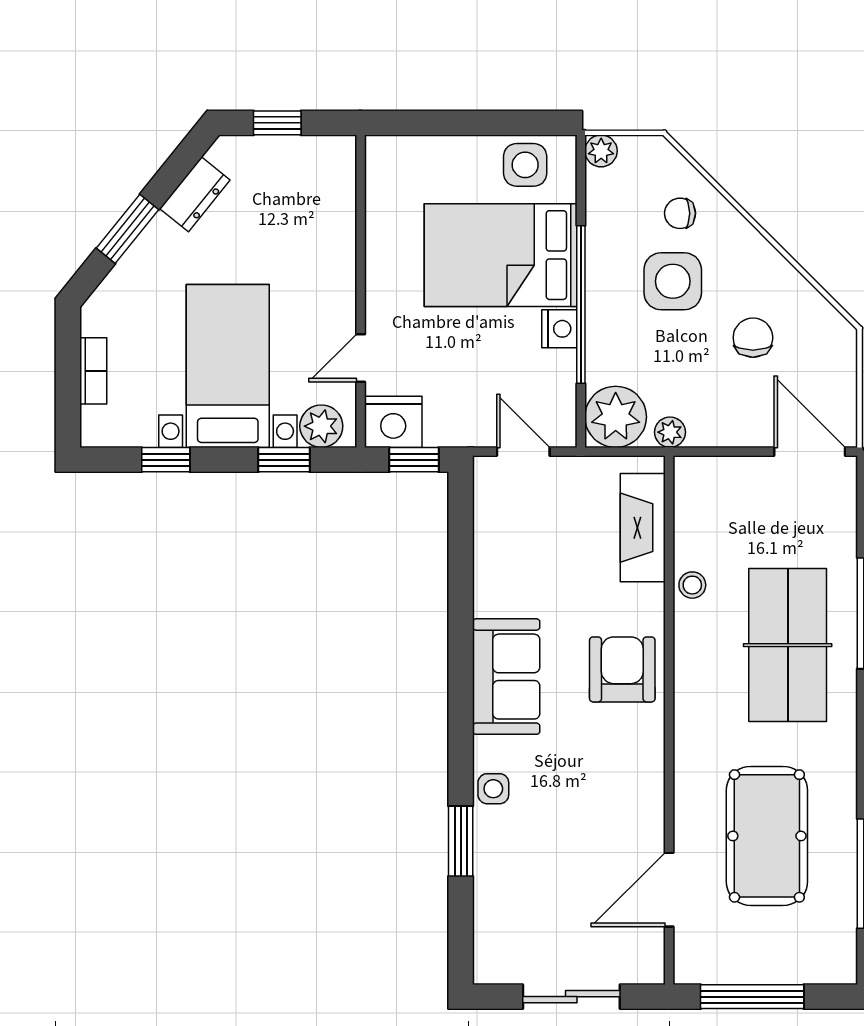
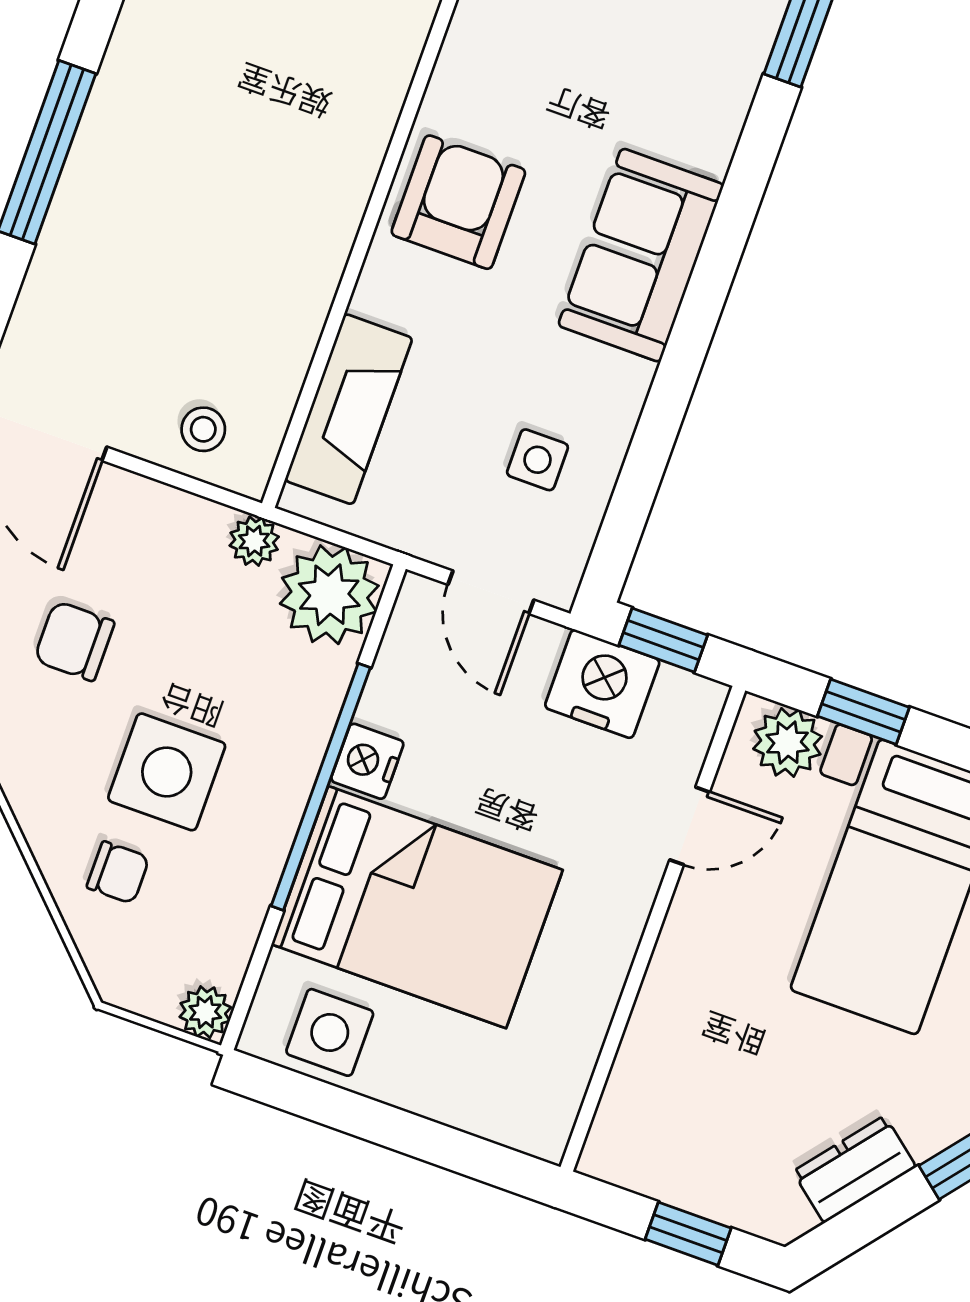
chair: (753, 338) -> (74, 641), turned 90
nightstand: (393, 422) -> (602, 684), moved
stool: (692, 585) -> (203, 429), moved
table tennis table: (788, 645) -> (190, 149), removed
armchair: (622, 669) -> (458, 202), turned 180
side table: (493, 789) -> (537, 460), moved

